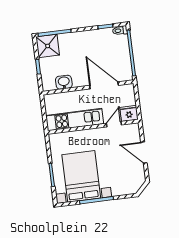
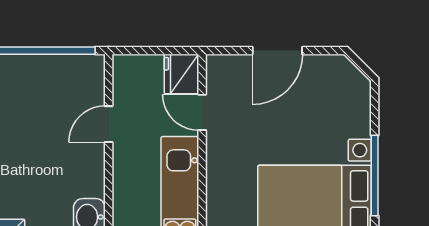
door: (104, 85) -> (109, 124), width x0.53

